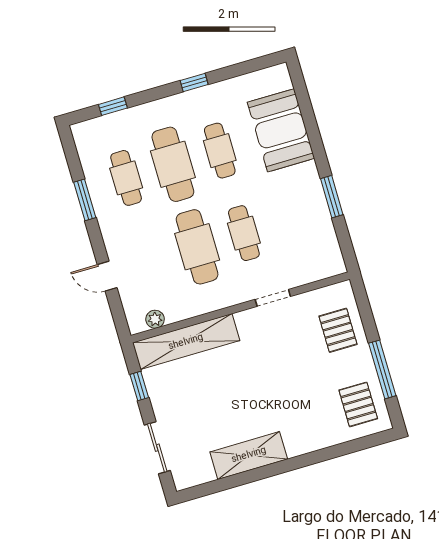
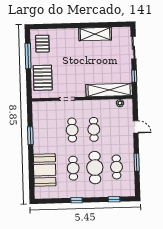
cafe table: (197, 247) -> (94, 129), width x0.73, depth x0.74
pallet: (338, 330) -> (43, 78), width x1.50, depth x1.42

